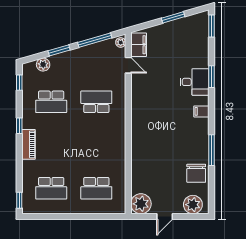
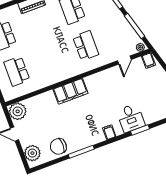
filing cabinet: (139, 45) -> (149, 61), width x0.50
filing cabinet: (140, 137) -> (70, 91), added

